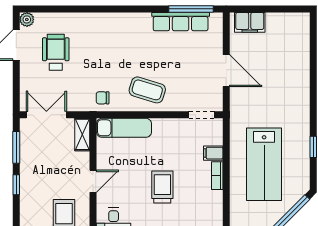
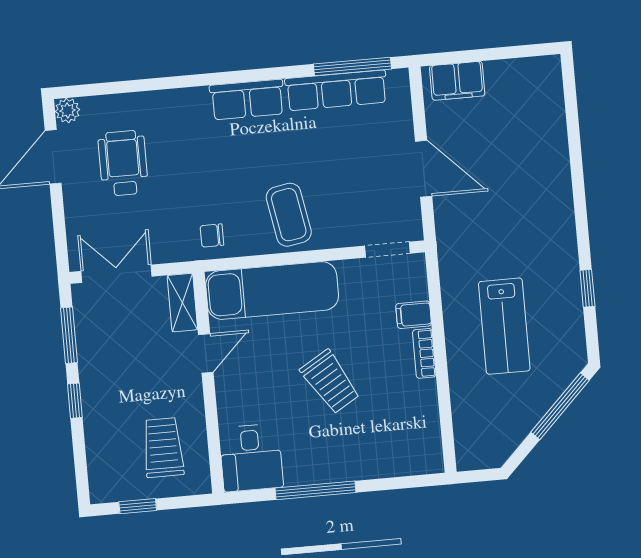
row of seats: (129, 22) -> (247, 100), added
coffee table: (147, 90) -> (289, 215), turned 63
exam couch: (124, 128) -> (272, 291), width x1.36, depth x1.45
lab bench: (264, 164) -> (504, 326), width x0.73, depth x0.72
door: (93, 181) -> (206, 353), moved
trolley: (162, 187) -> (330, 382), turned 149

